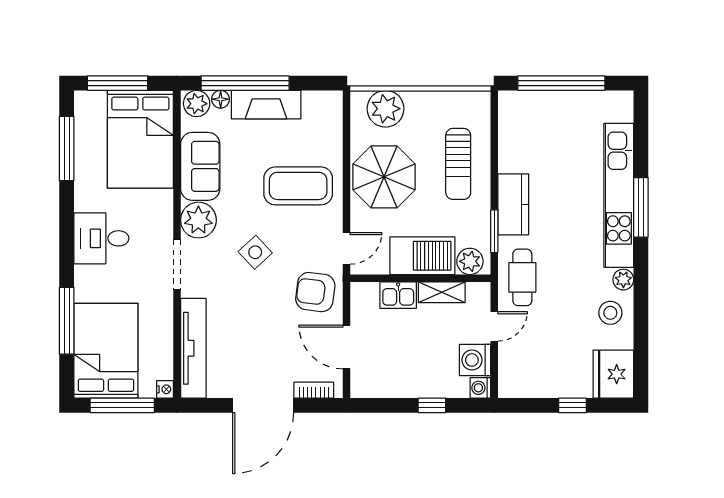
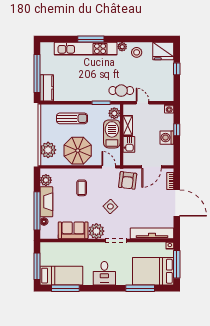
plant: (197, 104) -> (46, 180), moved
bed: (140, 139) -> (61, 276), moved, width x0.67
coffee table: (298, 186) -> (82, 188), width x0.54, depth x0.58
kitchen counter: (513, 204) -> (47, 88), moved, turned 90
washing machine: (475, 360) -> (167, 138), moved, turned 90

